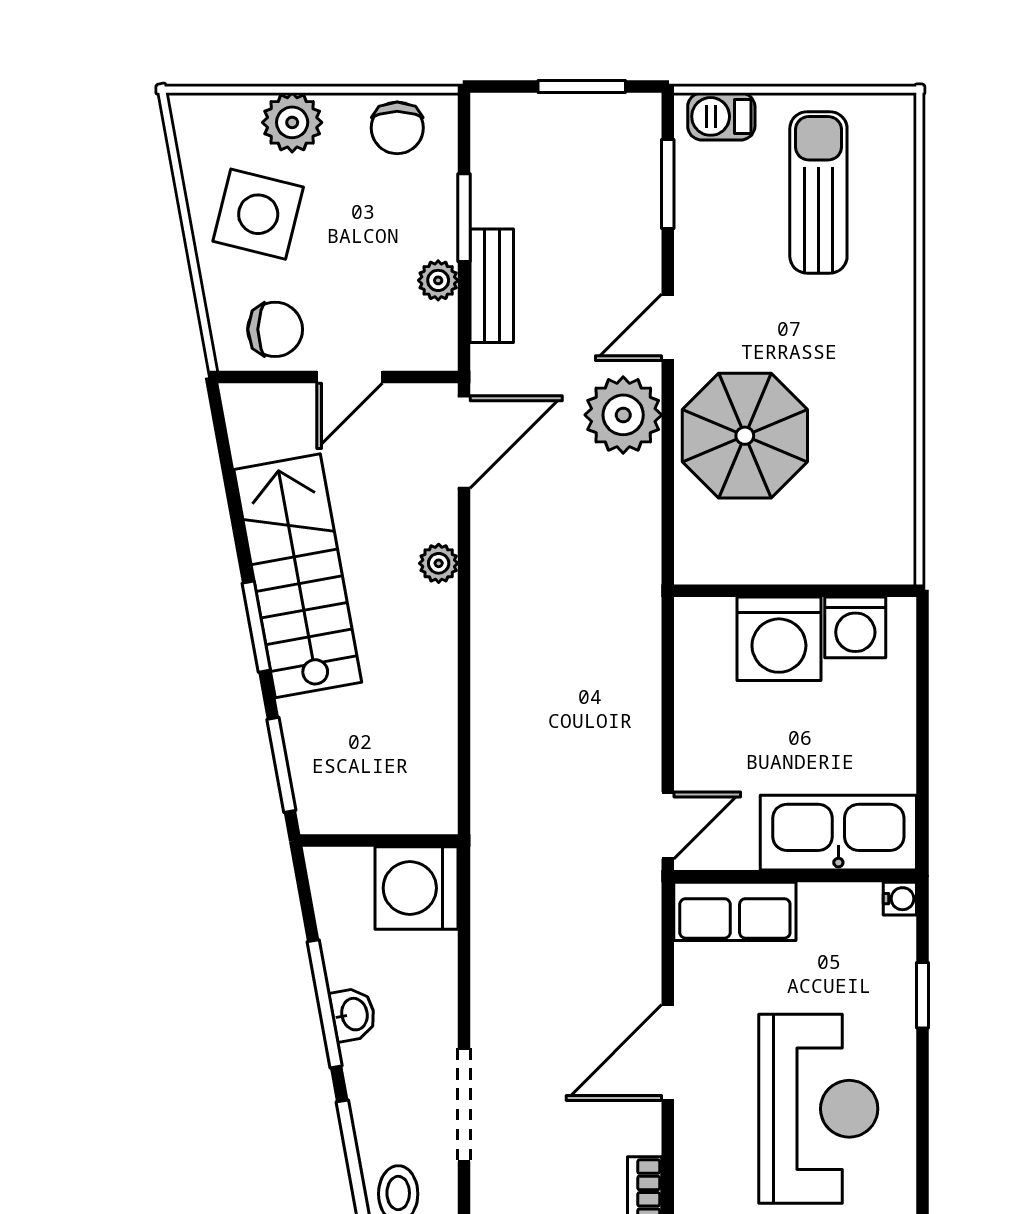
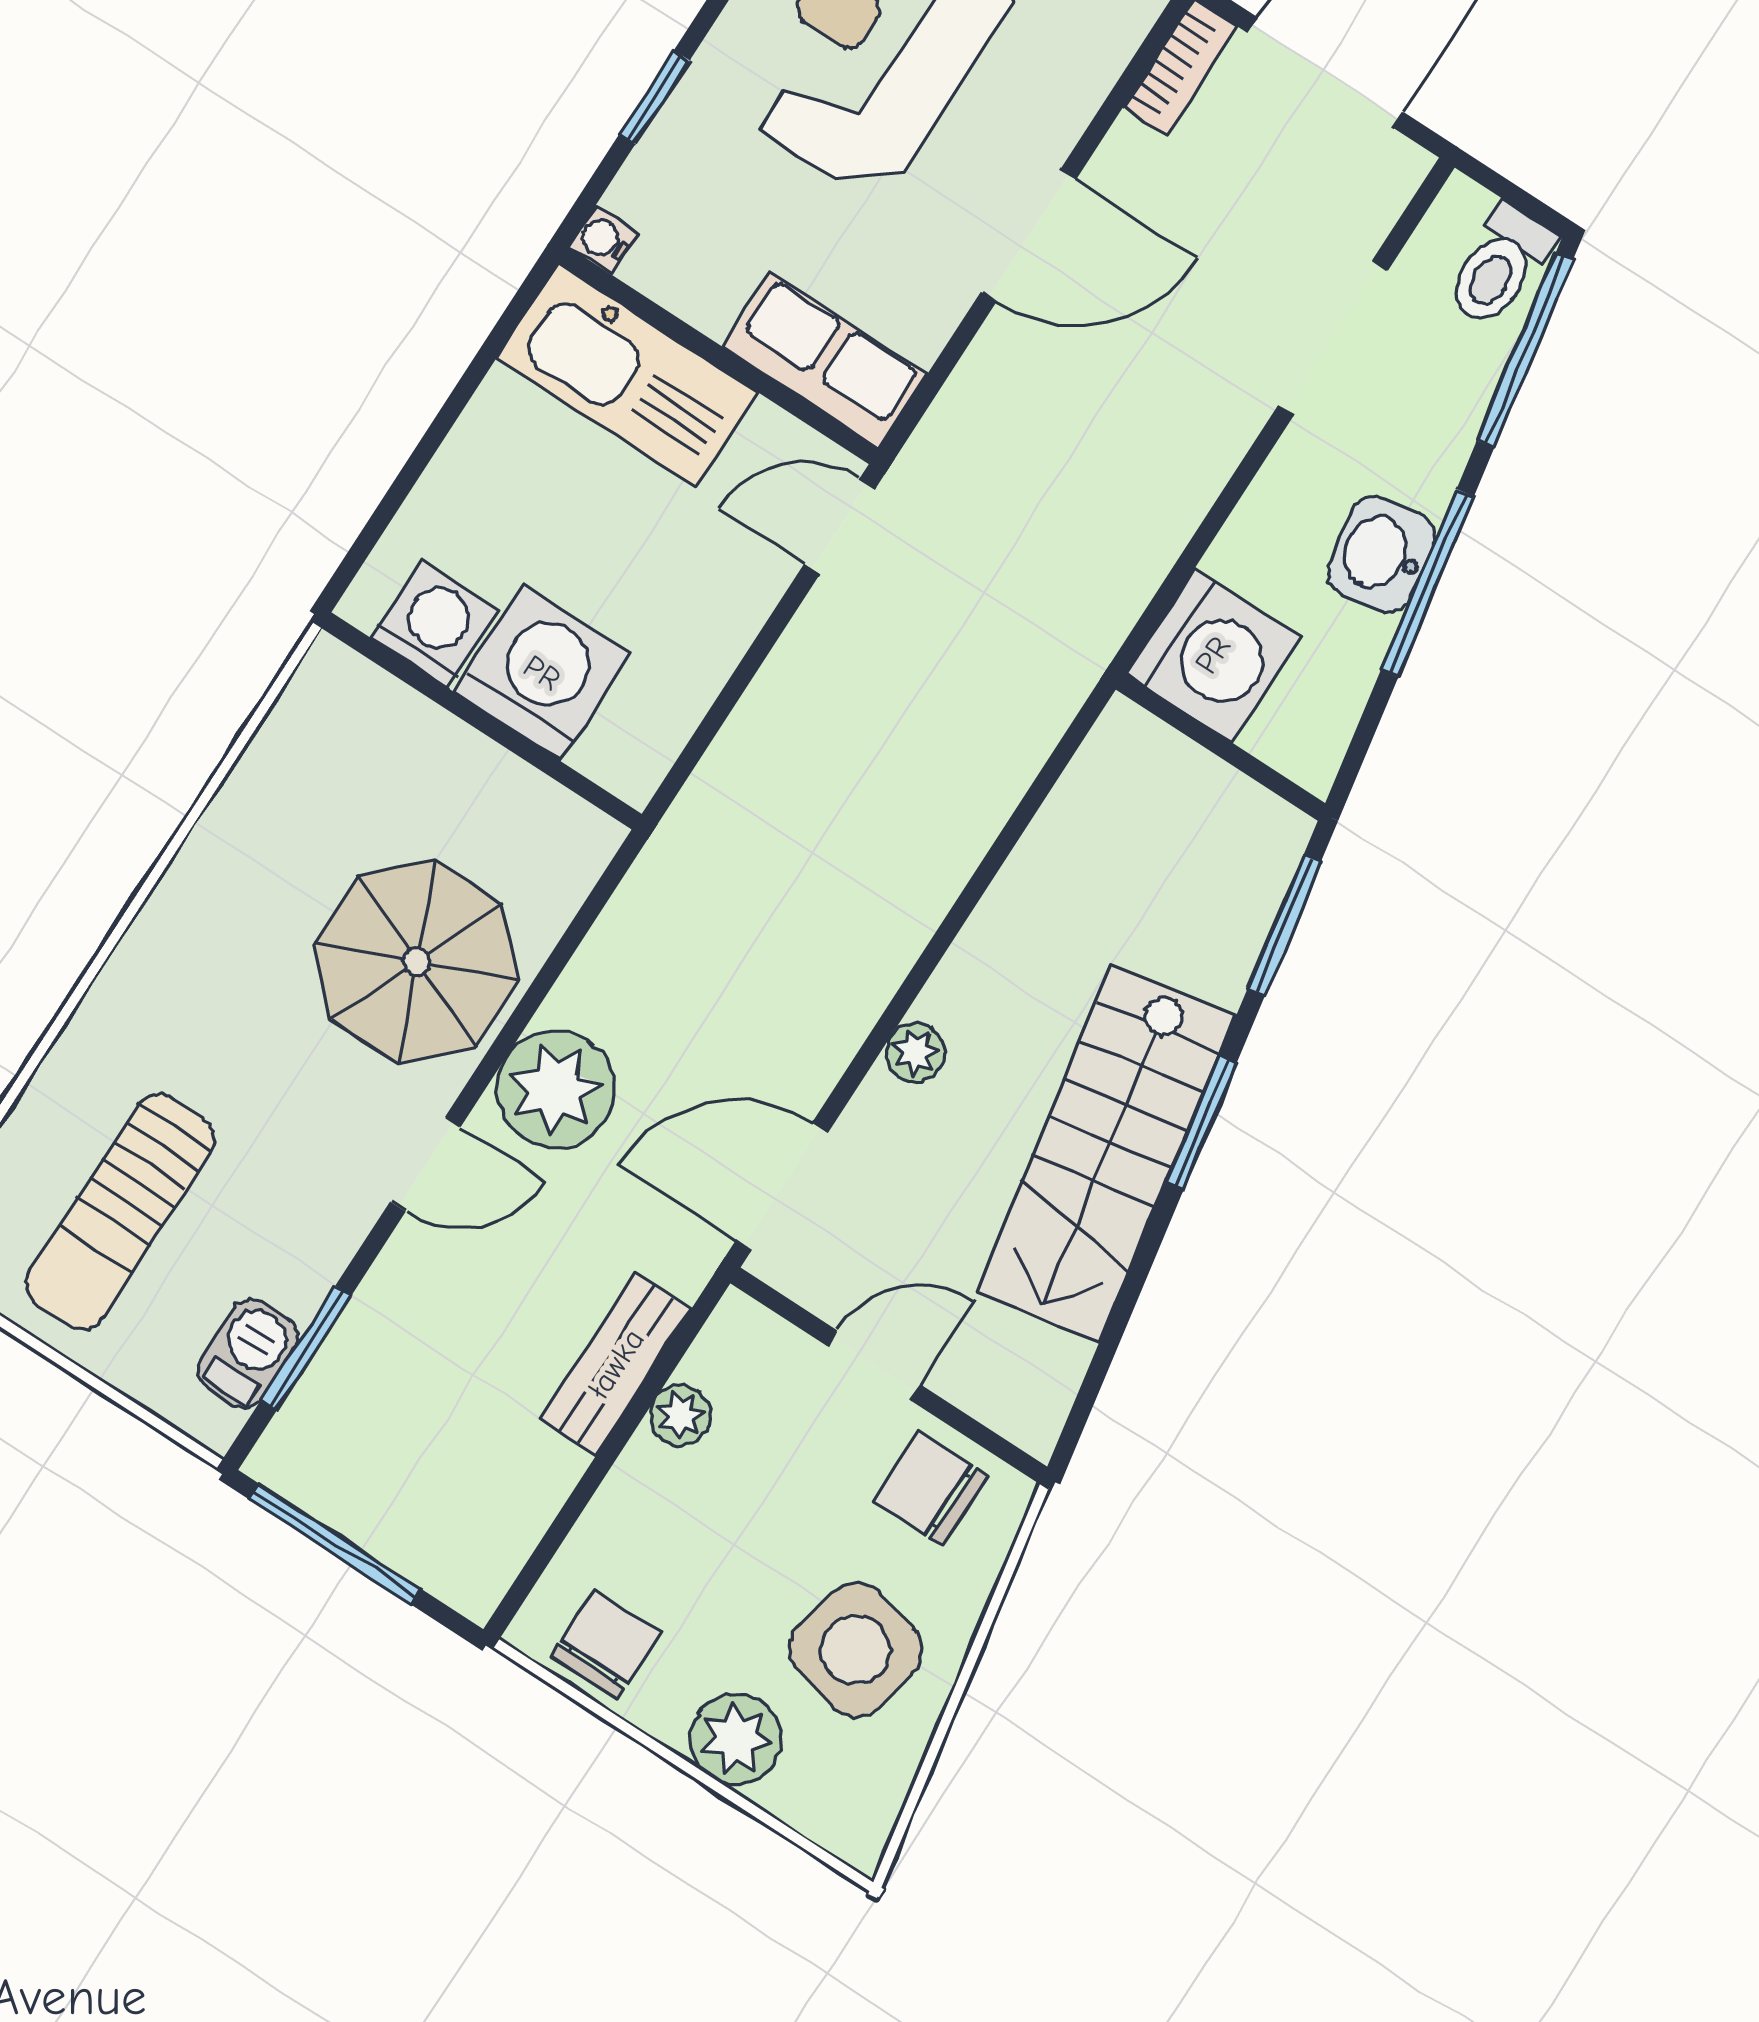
window: (582, 87) -> (335, 1544), width x1.44
barbecue: (721, 116) -> (248, 1354), moved, turned -90
window: (464, 218) -> (595, 1474), removed
washbasin: (353, 1014) -> (1381, 554), width x1.38, depth x1.45

